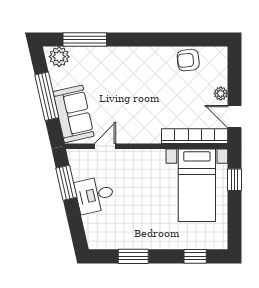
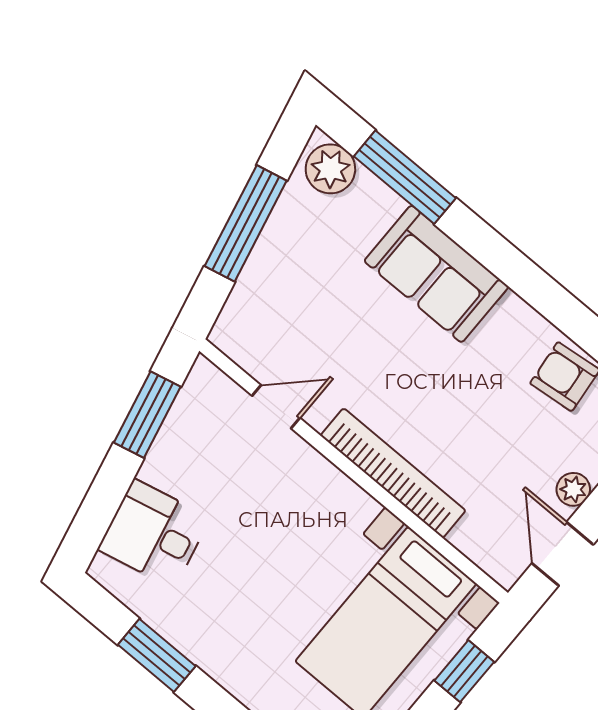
sofa: (74, 114) -> (436, 274), moved, turned 103
bookcase: (195, 136) -> (393, 473), moved
desk: (95, 195) -> (154, 534), moved

